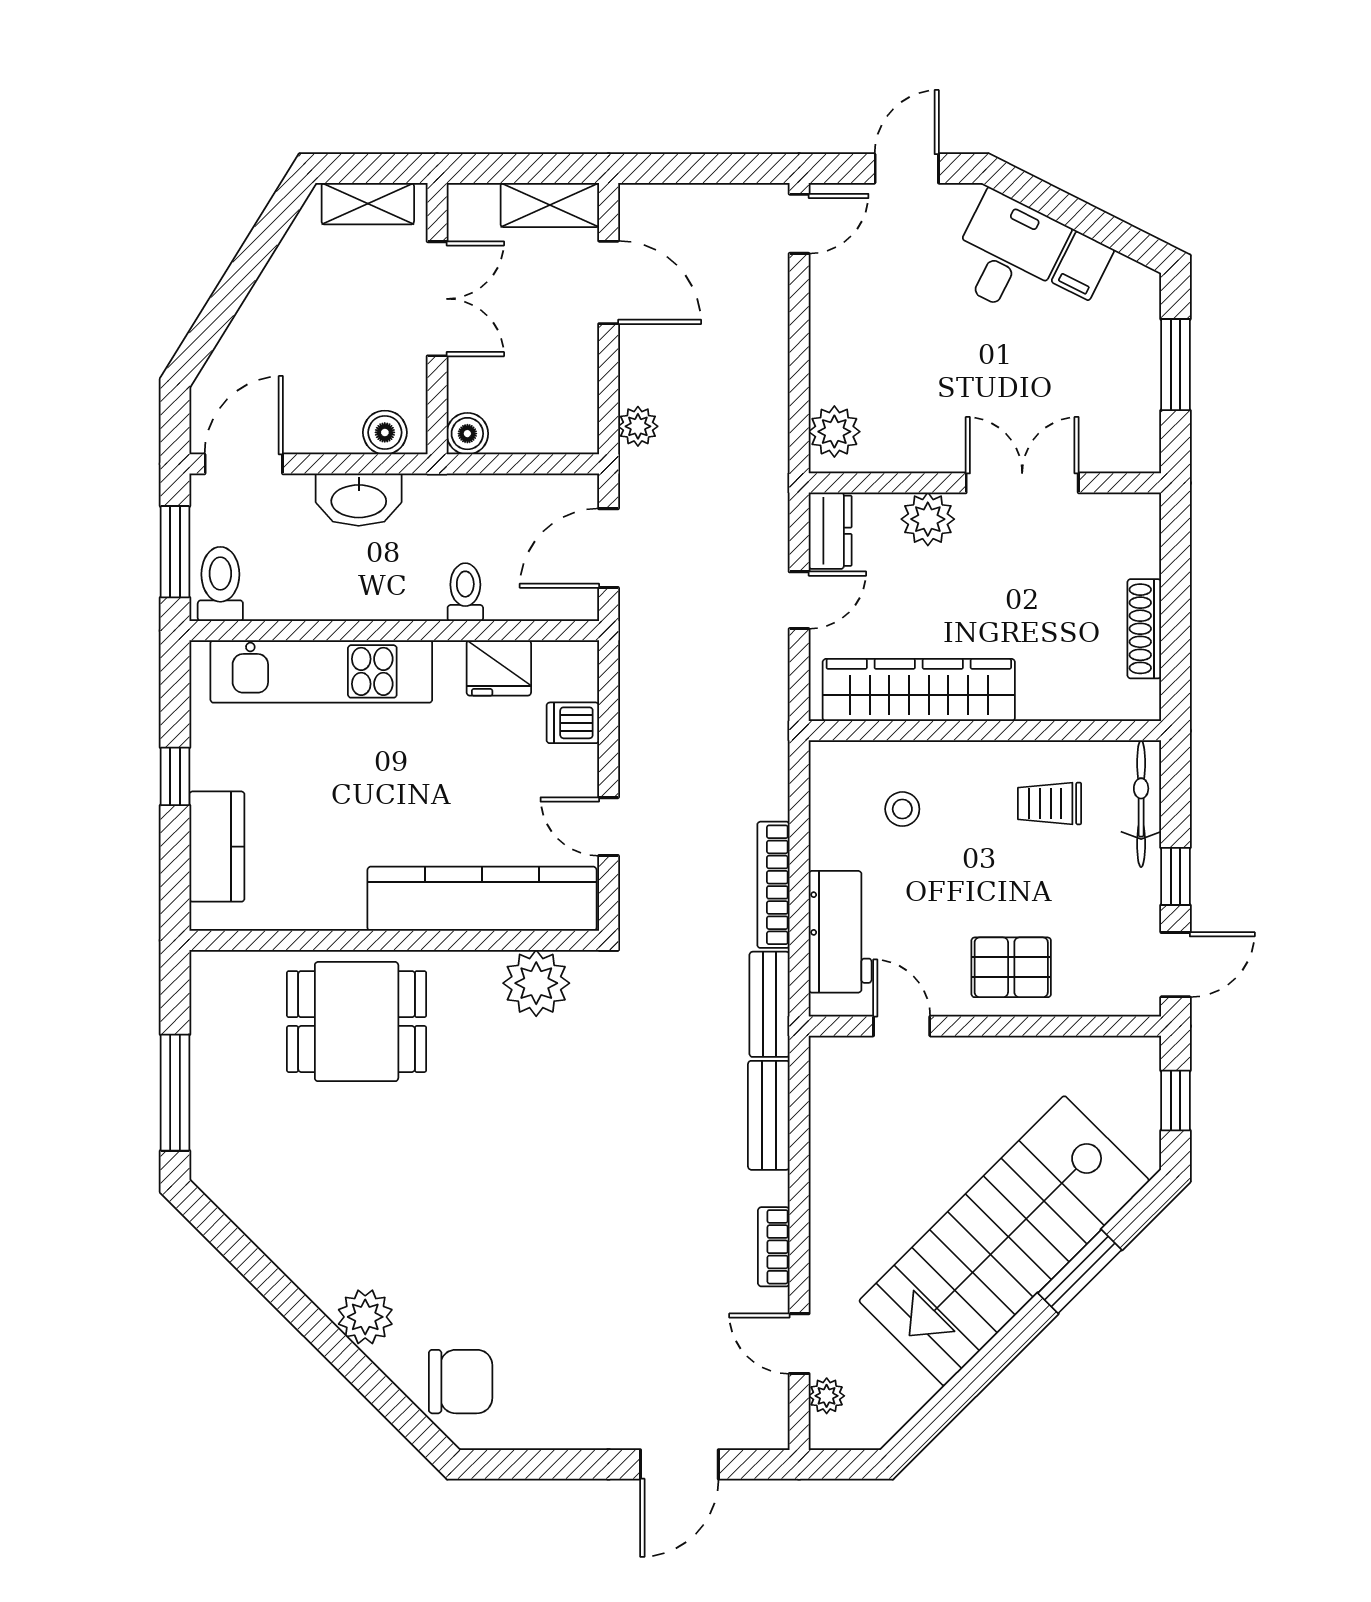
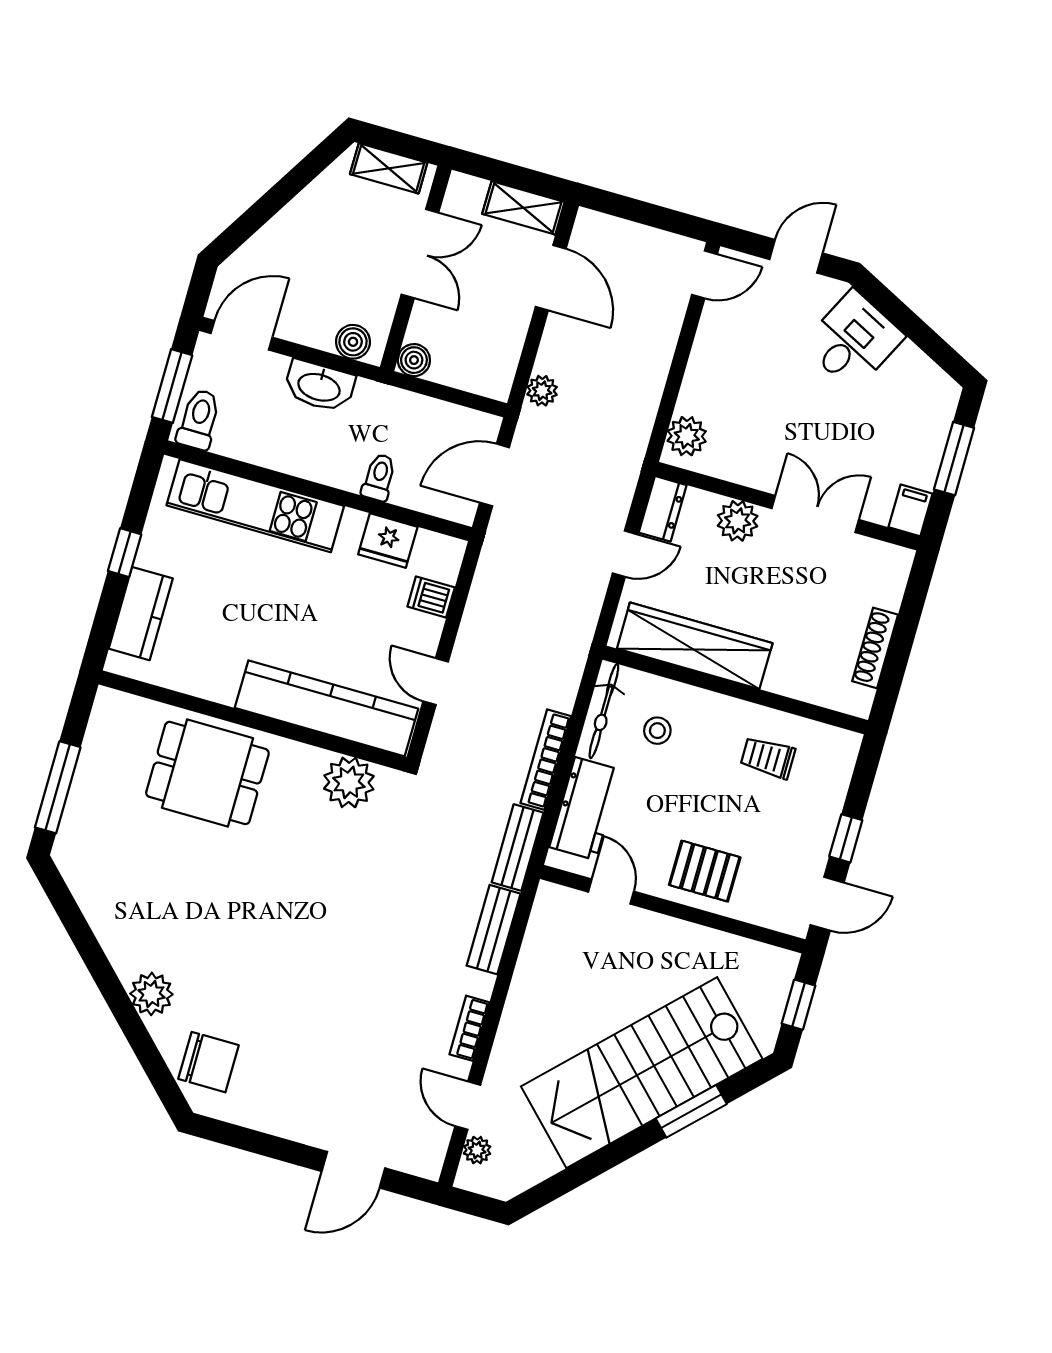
filing cabinet: (1083, 266) -> (910, 510), moved, turned 153
bicycle: (1141, 804) -> (604, 711), moved, turned 180

